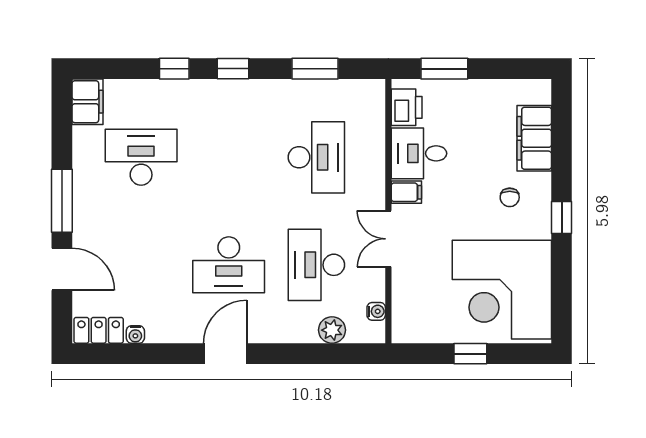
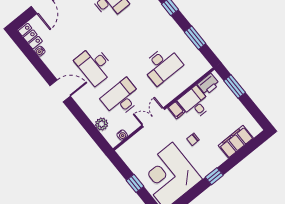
chair: (510, 197) -> (193, 139), moved

